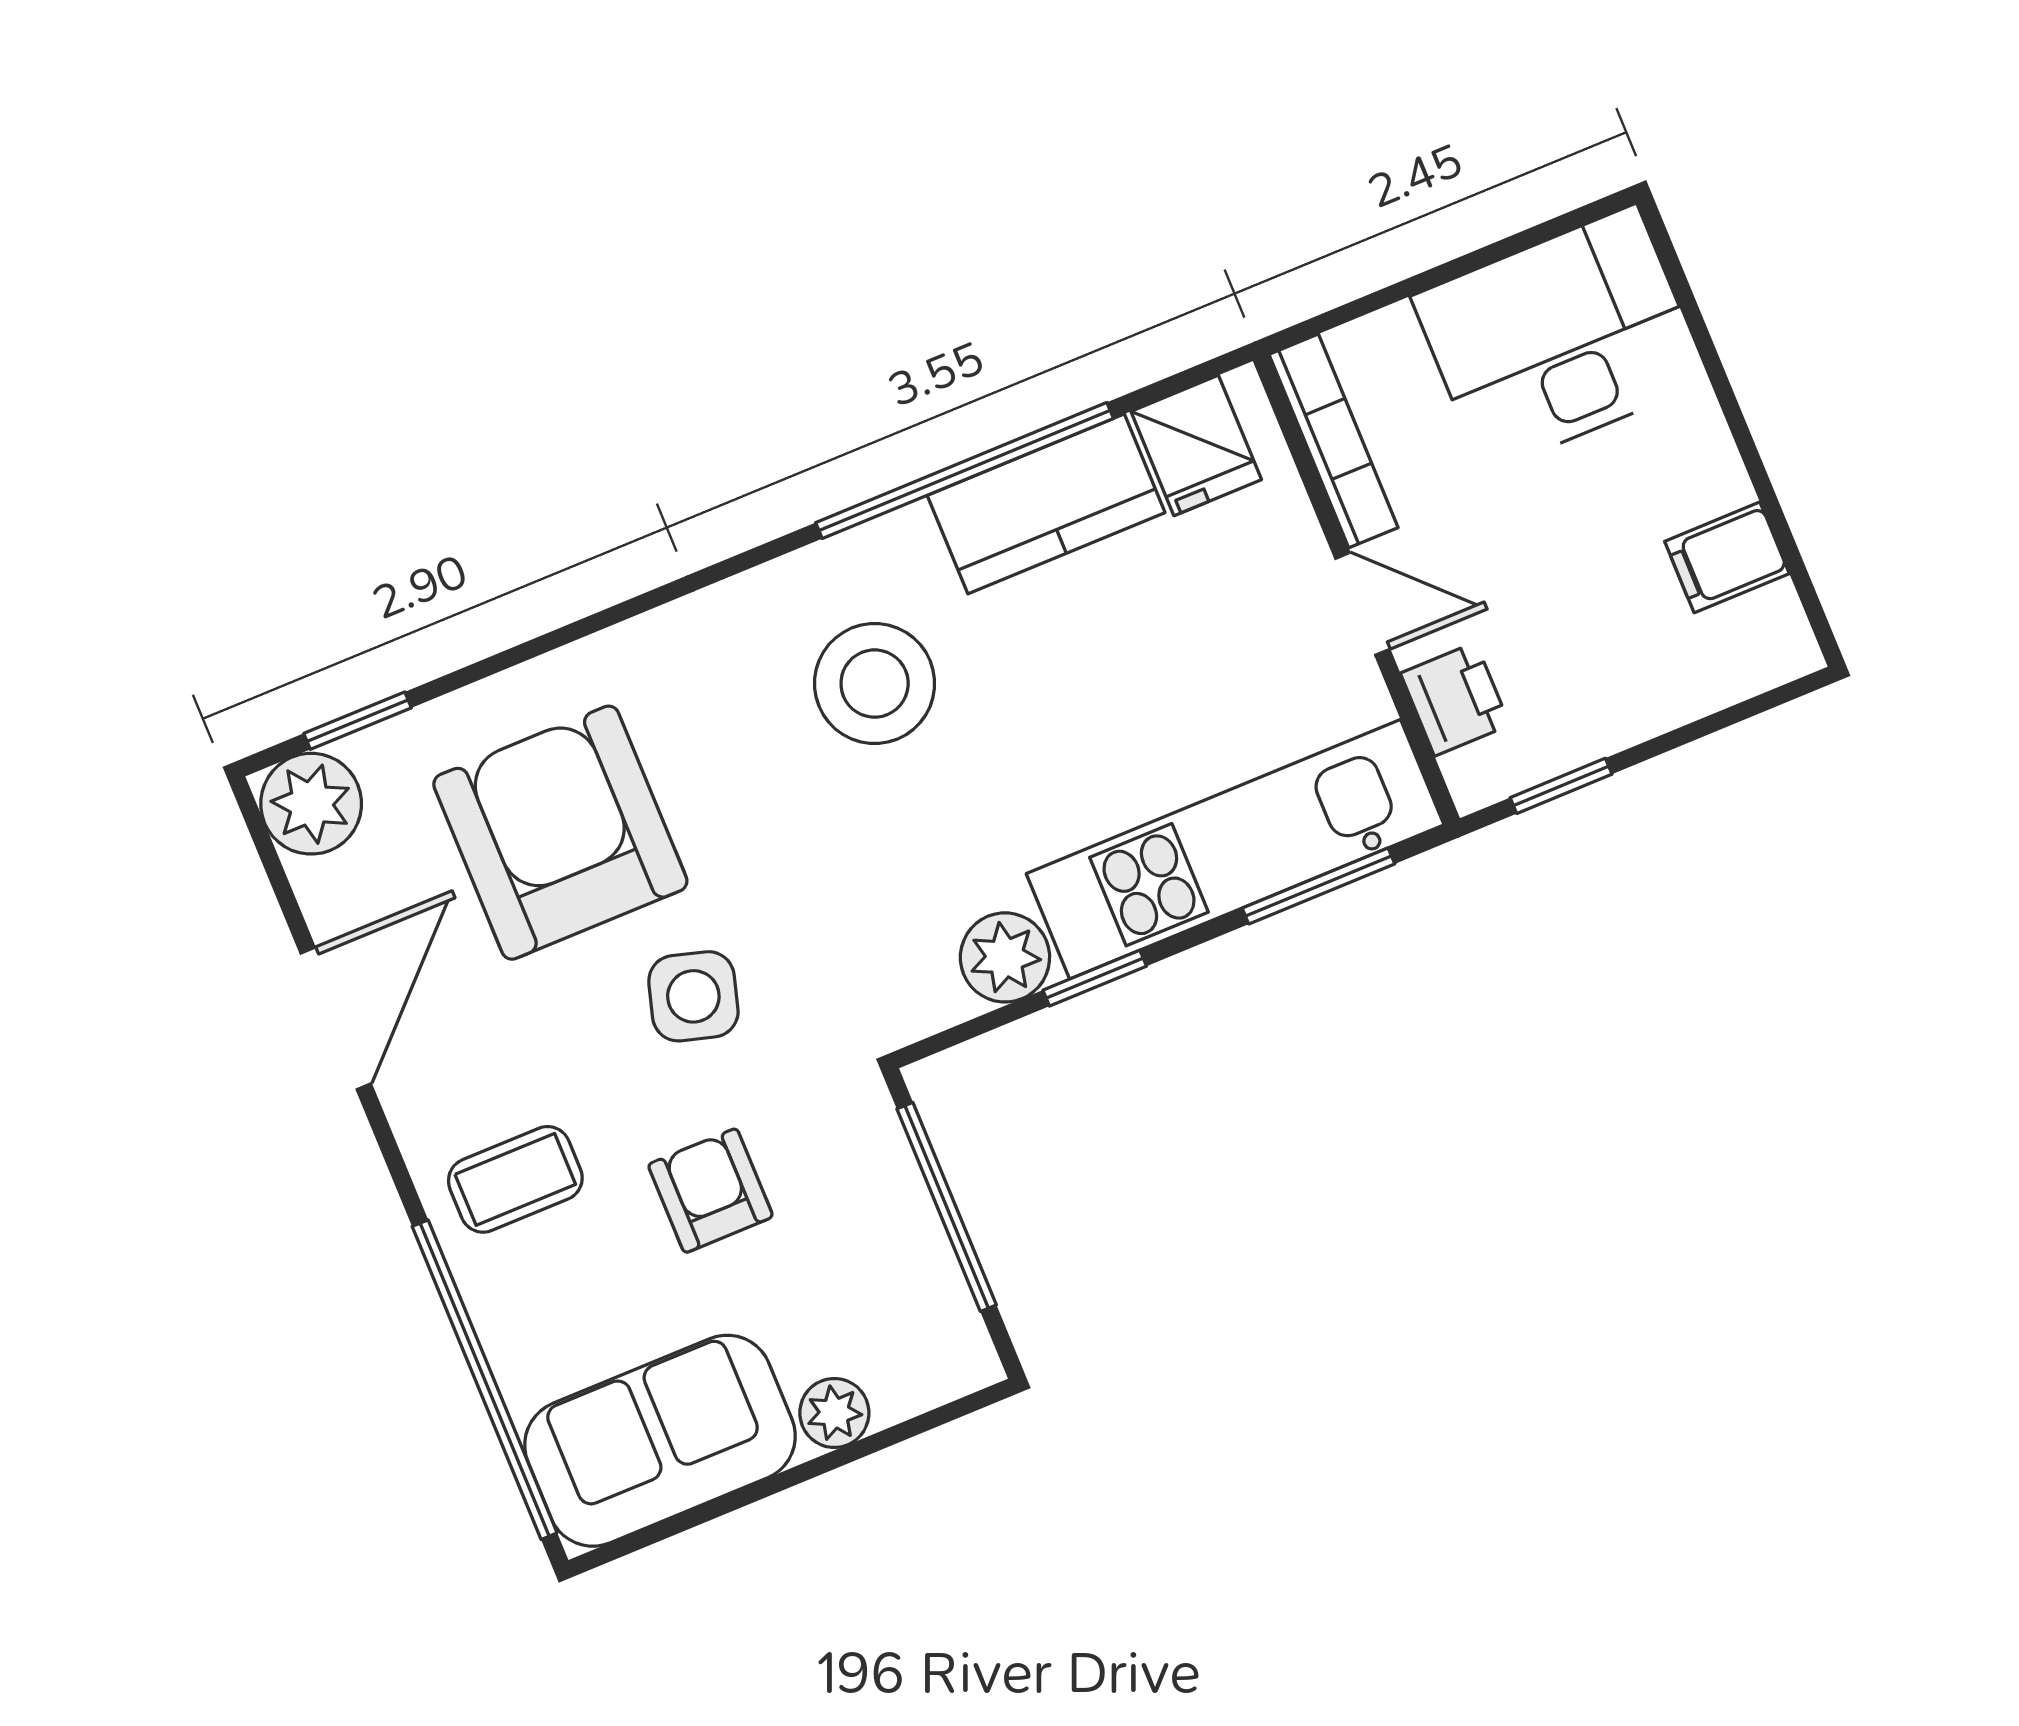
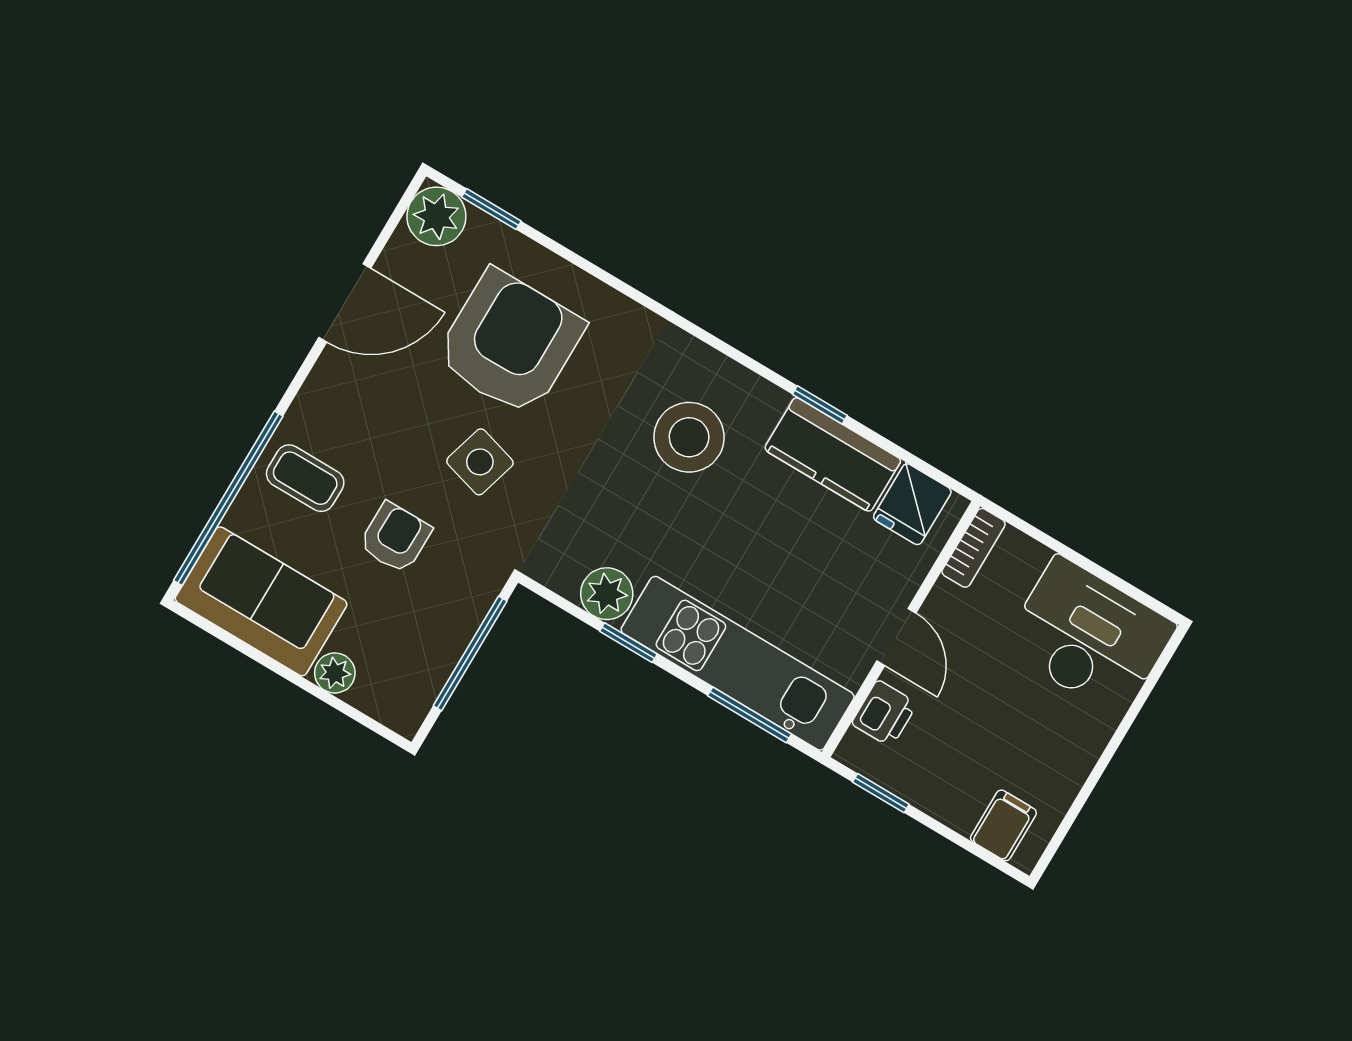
bookcase: (1333, 441) -> (974, 548), width x0.64
window: (965, 470) -> (820, 405), width x0.32
filing cabinet: (1727, 557) -> (1003, 825), moved, turned 90
coffee table: (515, 1179) -> (305, 478), moved

